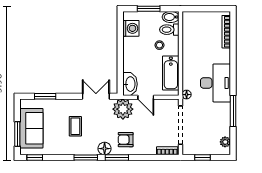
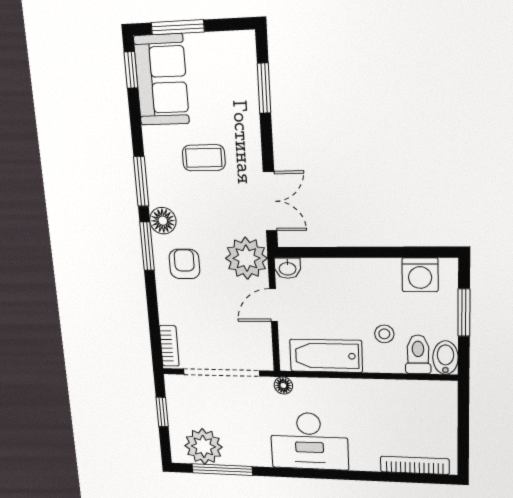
washbasin: (130, 84) -> (288, 268), width x0.52, depth x0.69
window: (233, 111) -> (222, 470), moved
sofa: (31, 128) -> (161, 80), moved, turned -90
plant: (225, 142) -> (203, 446), width x1.88, depth x1.88

